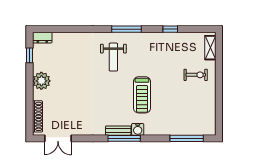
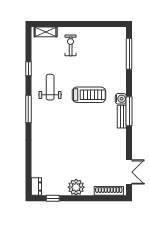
weight bench: (113, 57) -> (50, 87), moved, turned -90

